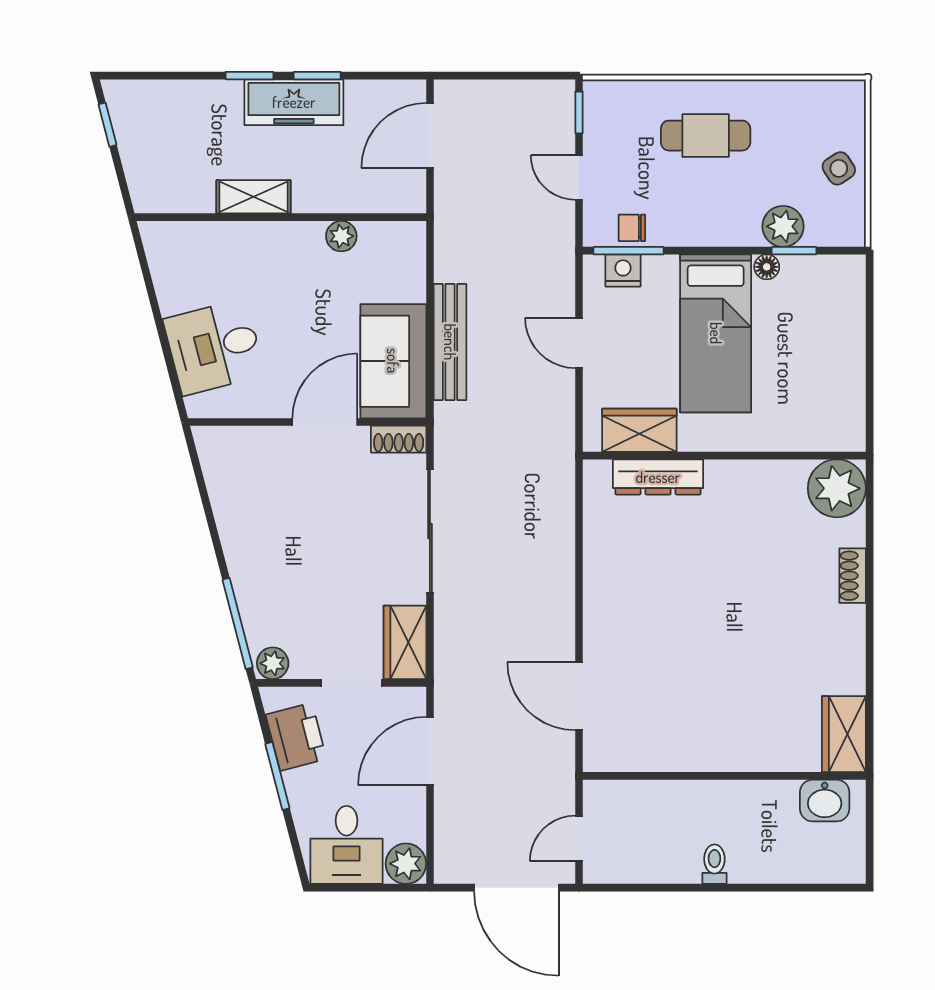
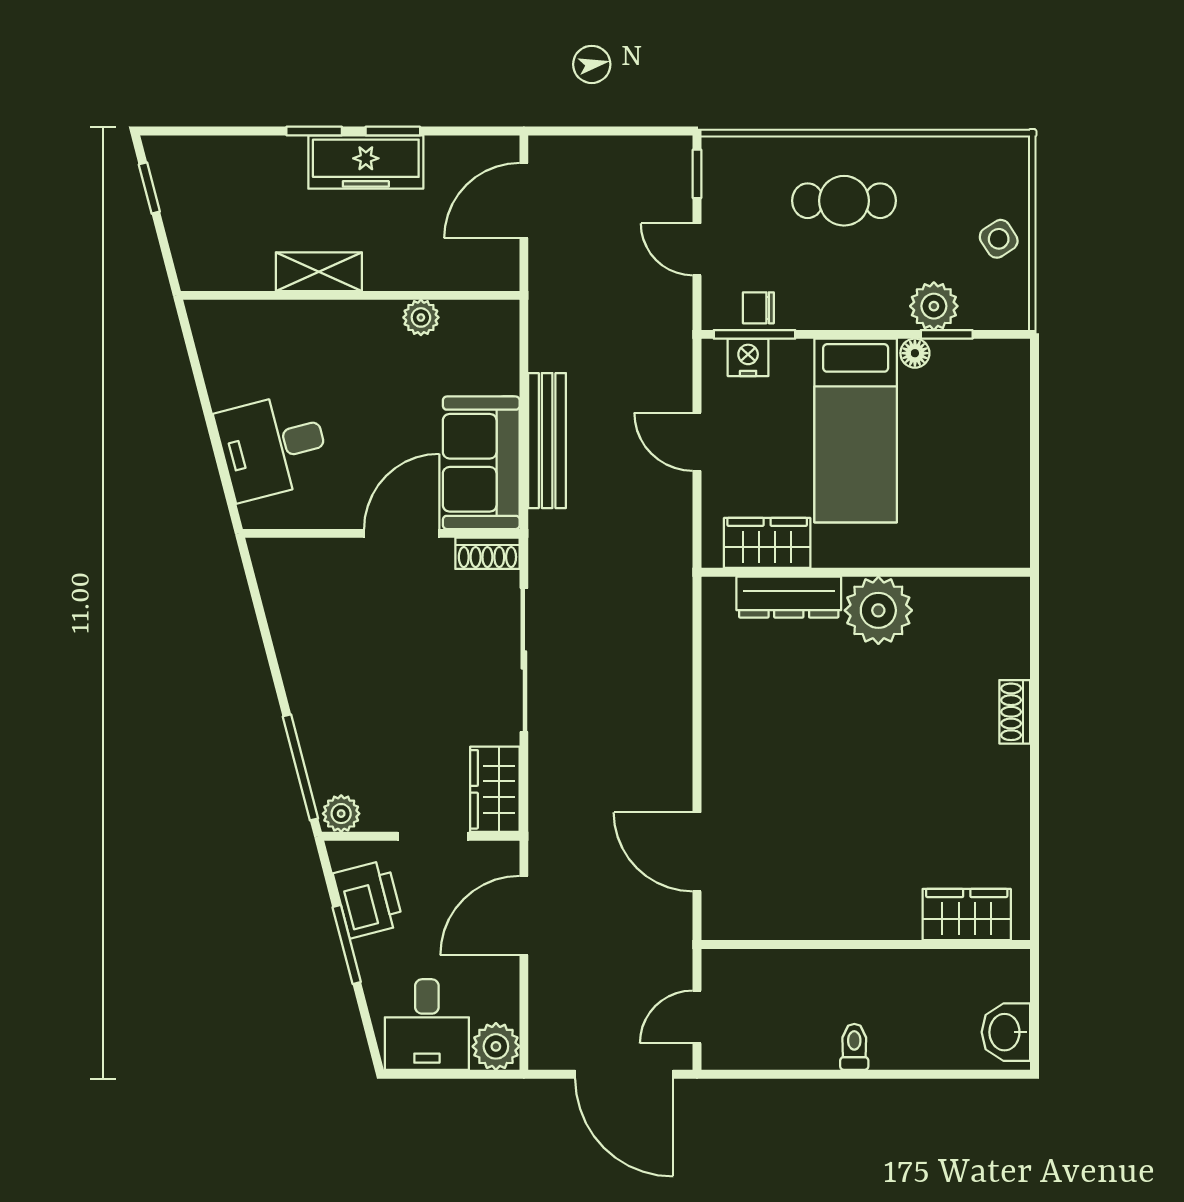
plant: (837, 488) -> (878, 610), moved
wardrobe: (844, 734) -> (967, 914), moved, turned 90
washbasin: (825, 801) -> (1006, 1032), moved, turned 90

